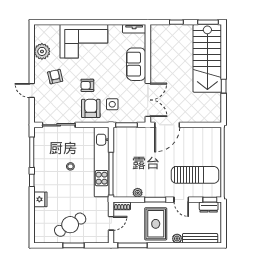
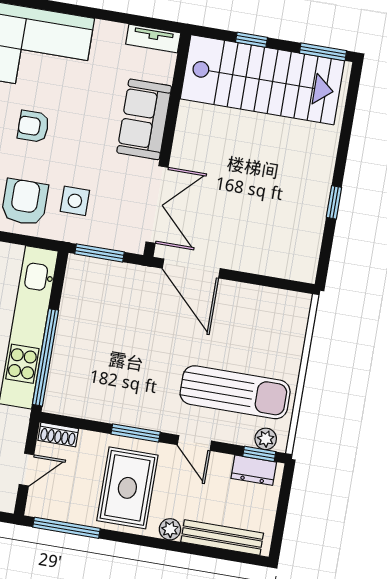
stairs: (207, 58) -> (262, 80), moved, turned -90
armchair: (87, 85) -> (33, 126), moved
door: (167, 125) -> (191, 268), hinge flipped
plant: (138, 193) -> (266, 439), moved

